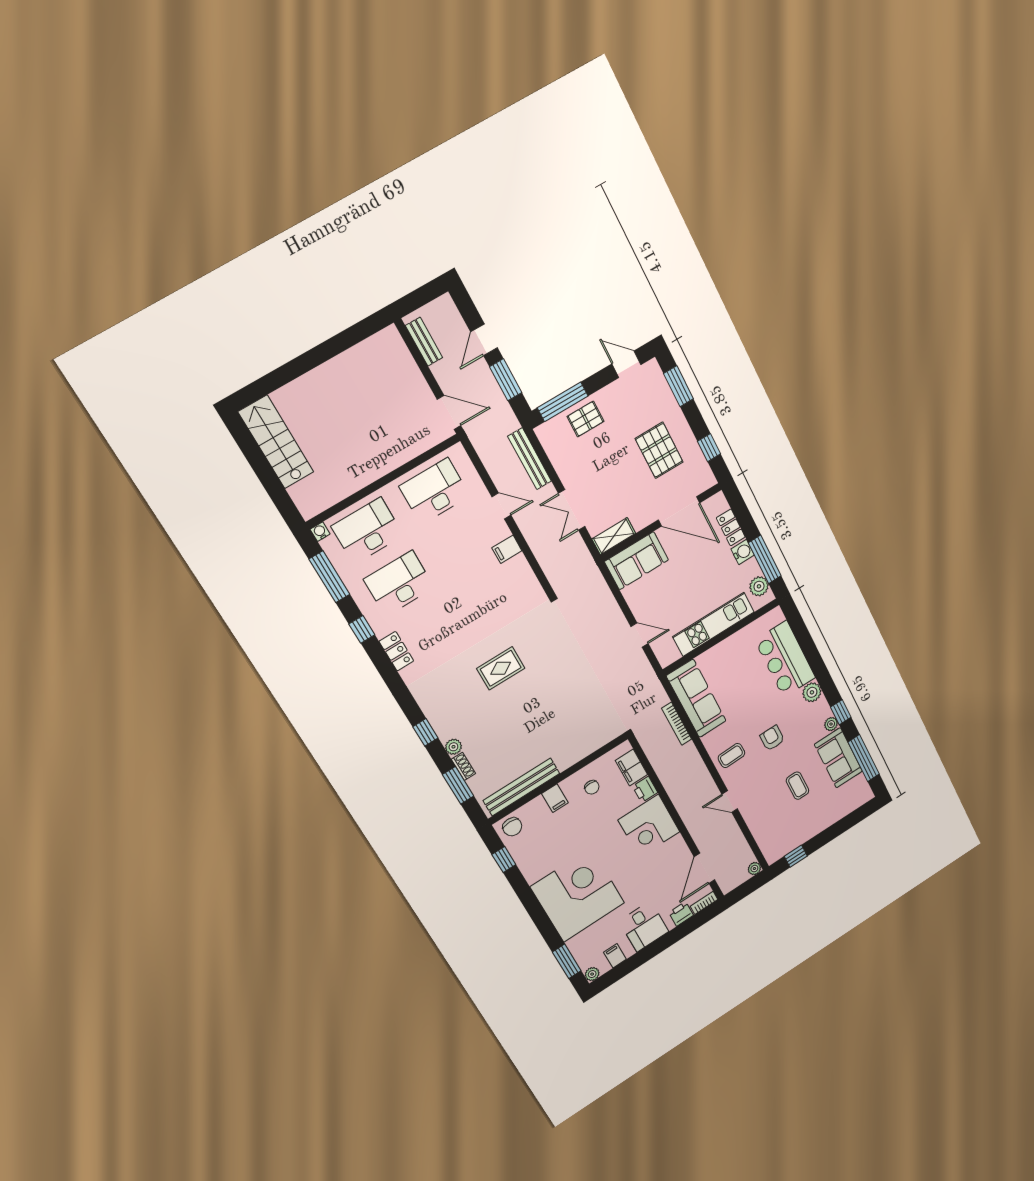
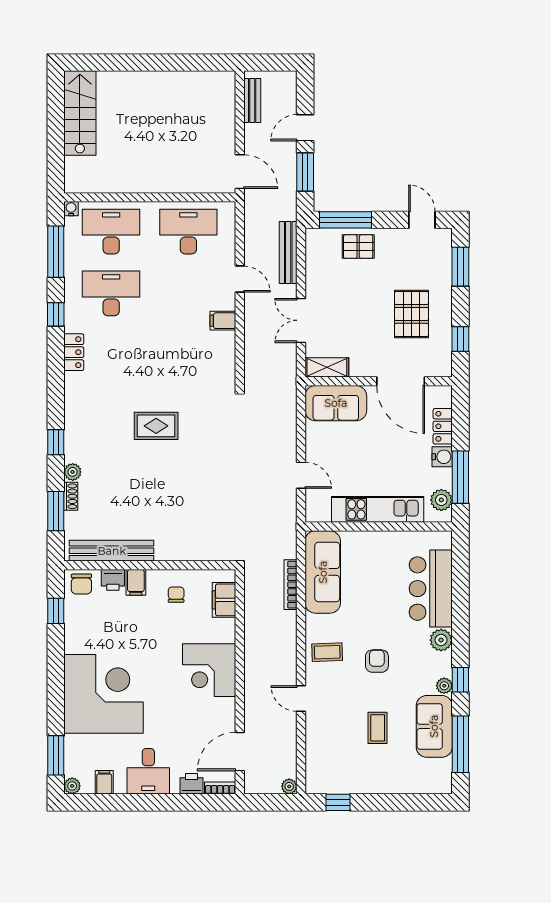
chair: (592, 787) -> (176, 595), turned 180
printer: (645, 789) -> (113, 580), moved, turned -90

